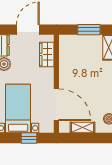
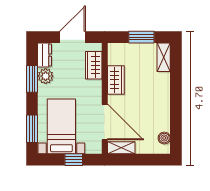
wardrobe: (66, 67) -> (116, 80), added
shelving: (83, 127) -> (121, 148), moved

